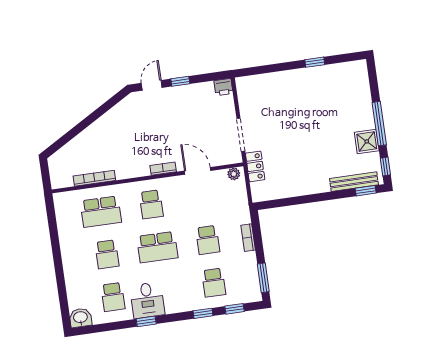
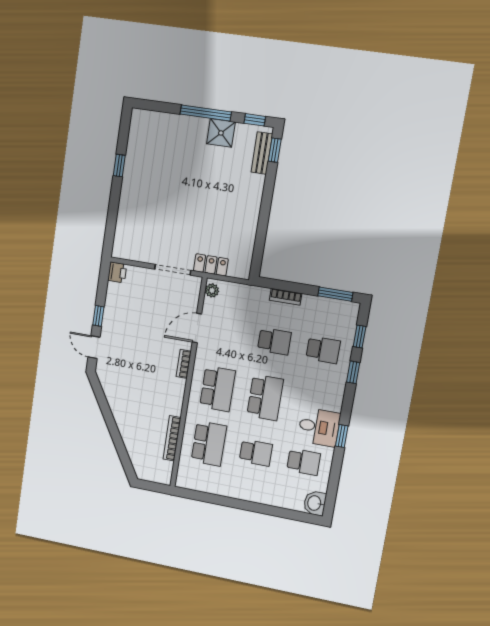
bench: (354, 182) -> (262, 153), width x0.73
school desk: (151, 204) -> (218, 389), width x1.85

